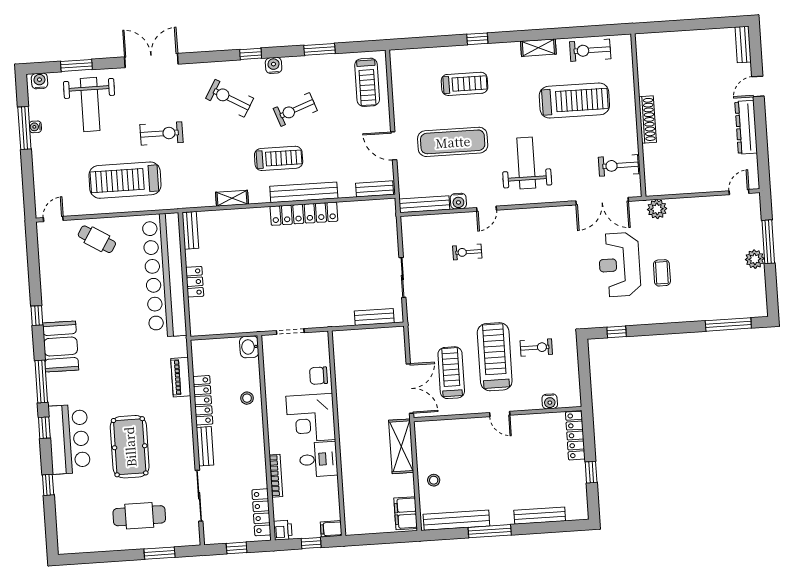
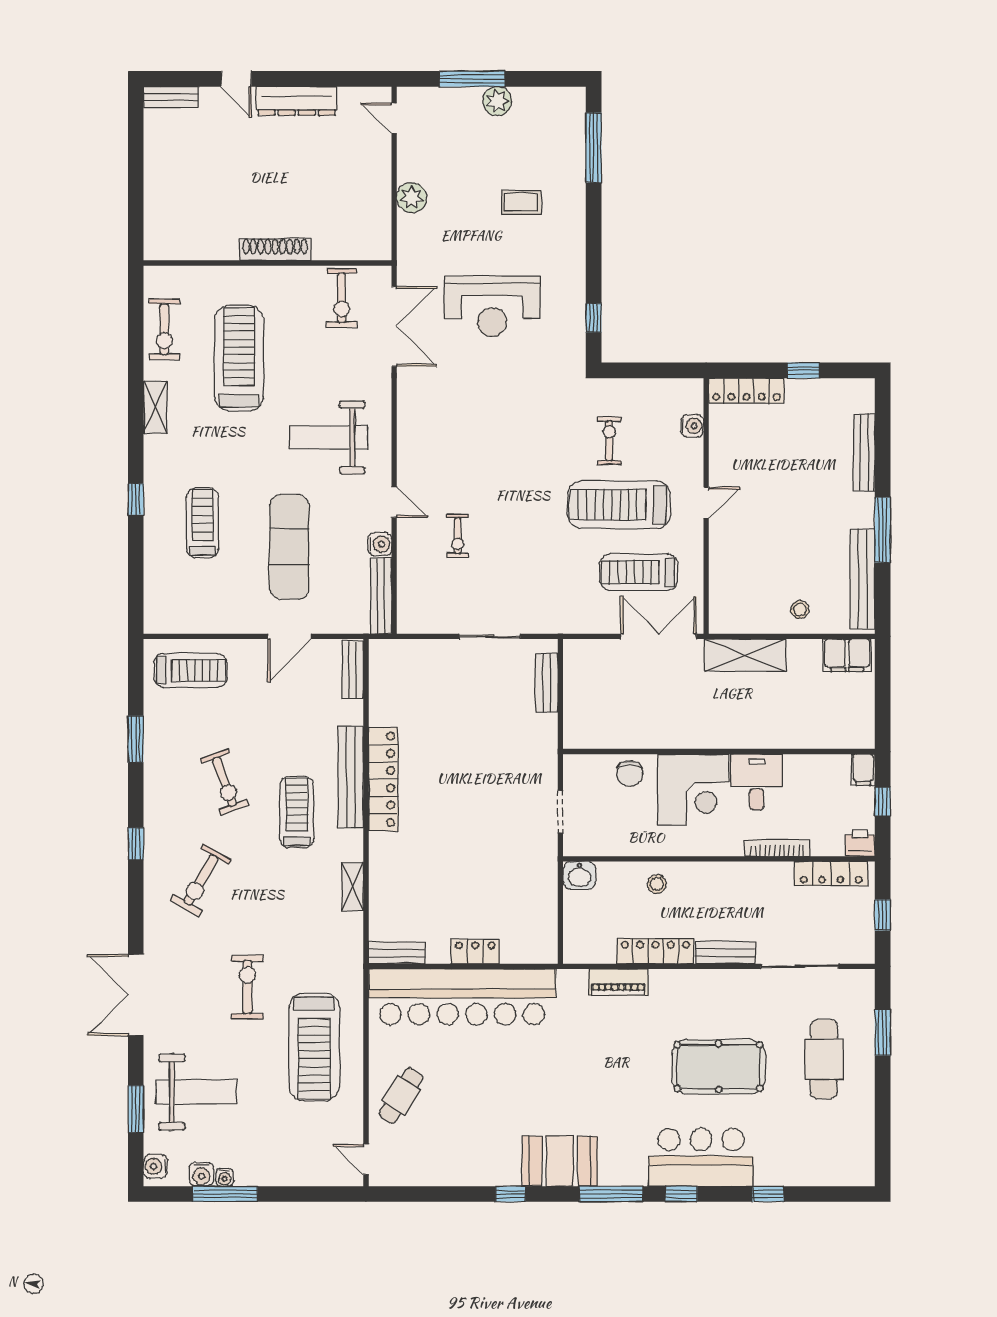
water cooler: (274, 65) -> (202, 1174), moved, turned -90
plant: (657, 209) -> (412, 198), moved
coffee table: (662, 273) -> (521, 202), moved

